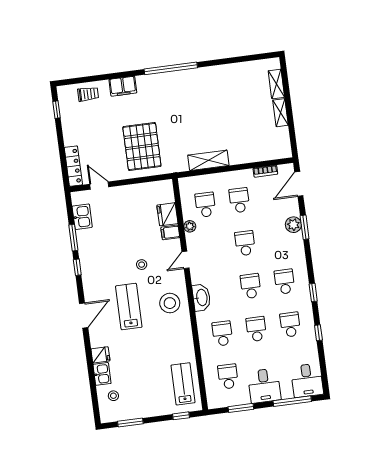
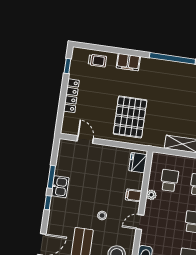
locker: (73, 166) -> (71, 96), moved
fridge: (167, 214) -> (138, 163), moved
kitchen sink: (82, 217) -> (60, 187), moved

